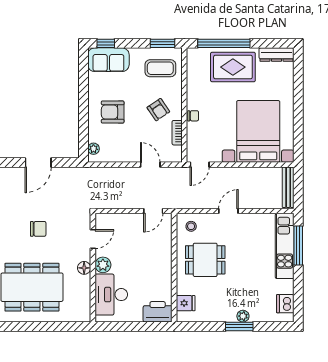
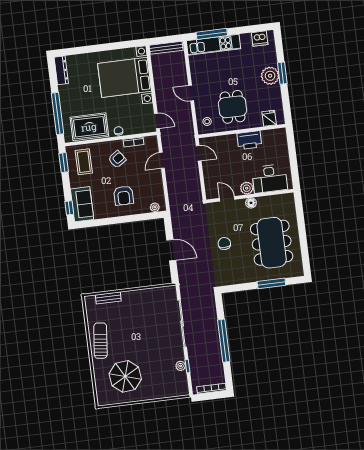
rug: (233, 67) -> (89, 127), moved, turned 90
printer: (158, 312) -> (249, 140), moved, turned -90
plant: (243, 316) -> (270, 76), width x1.88, depth x1.88

